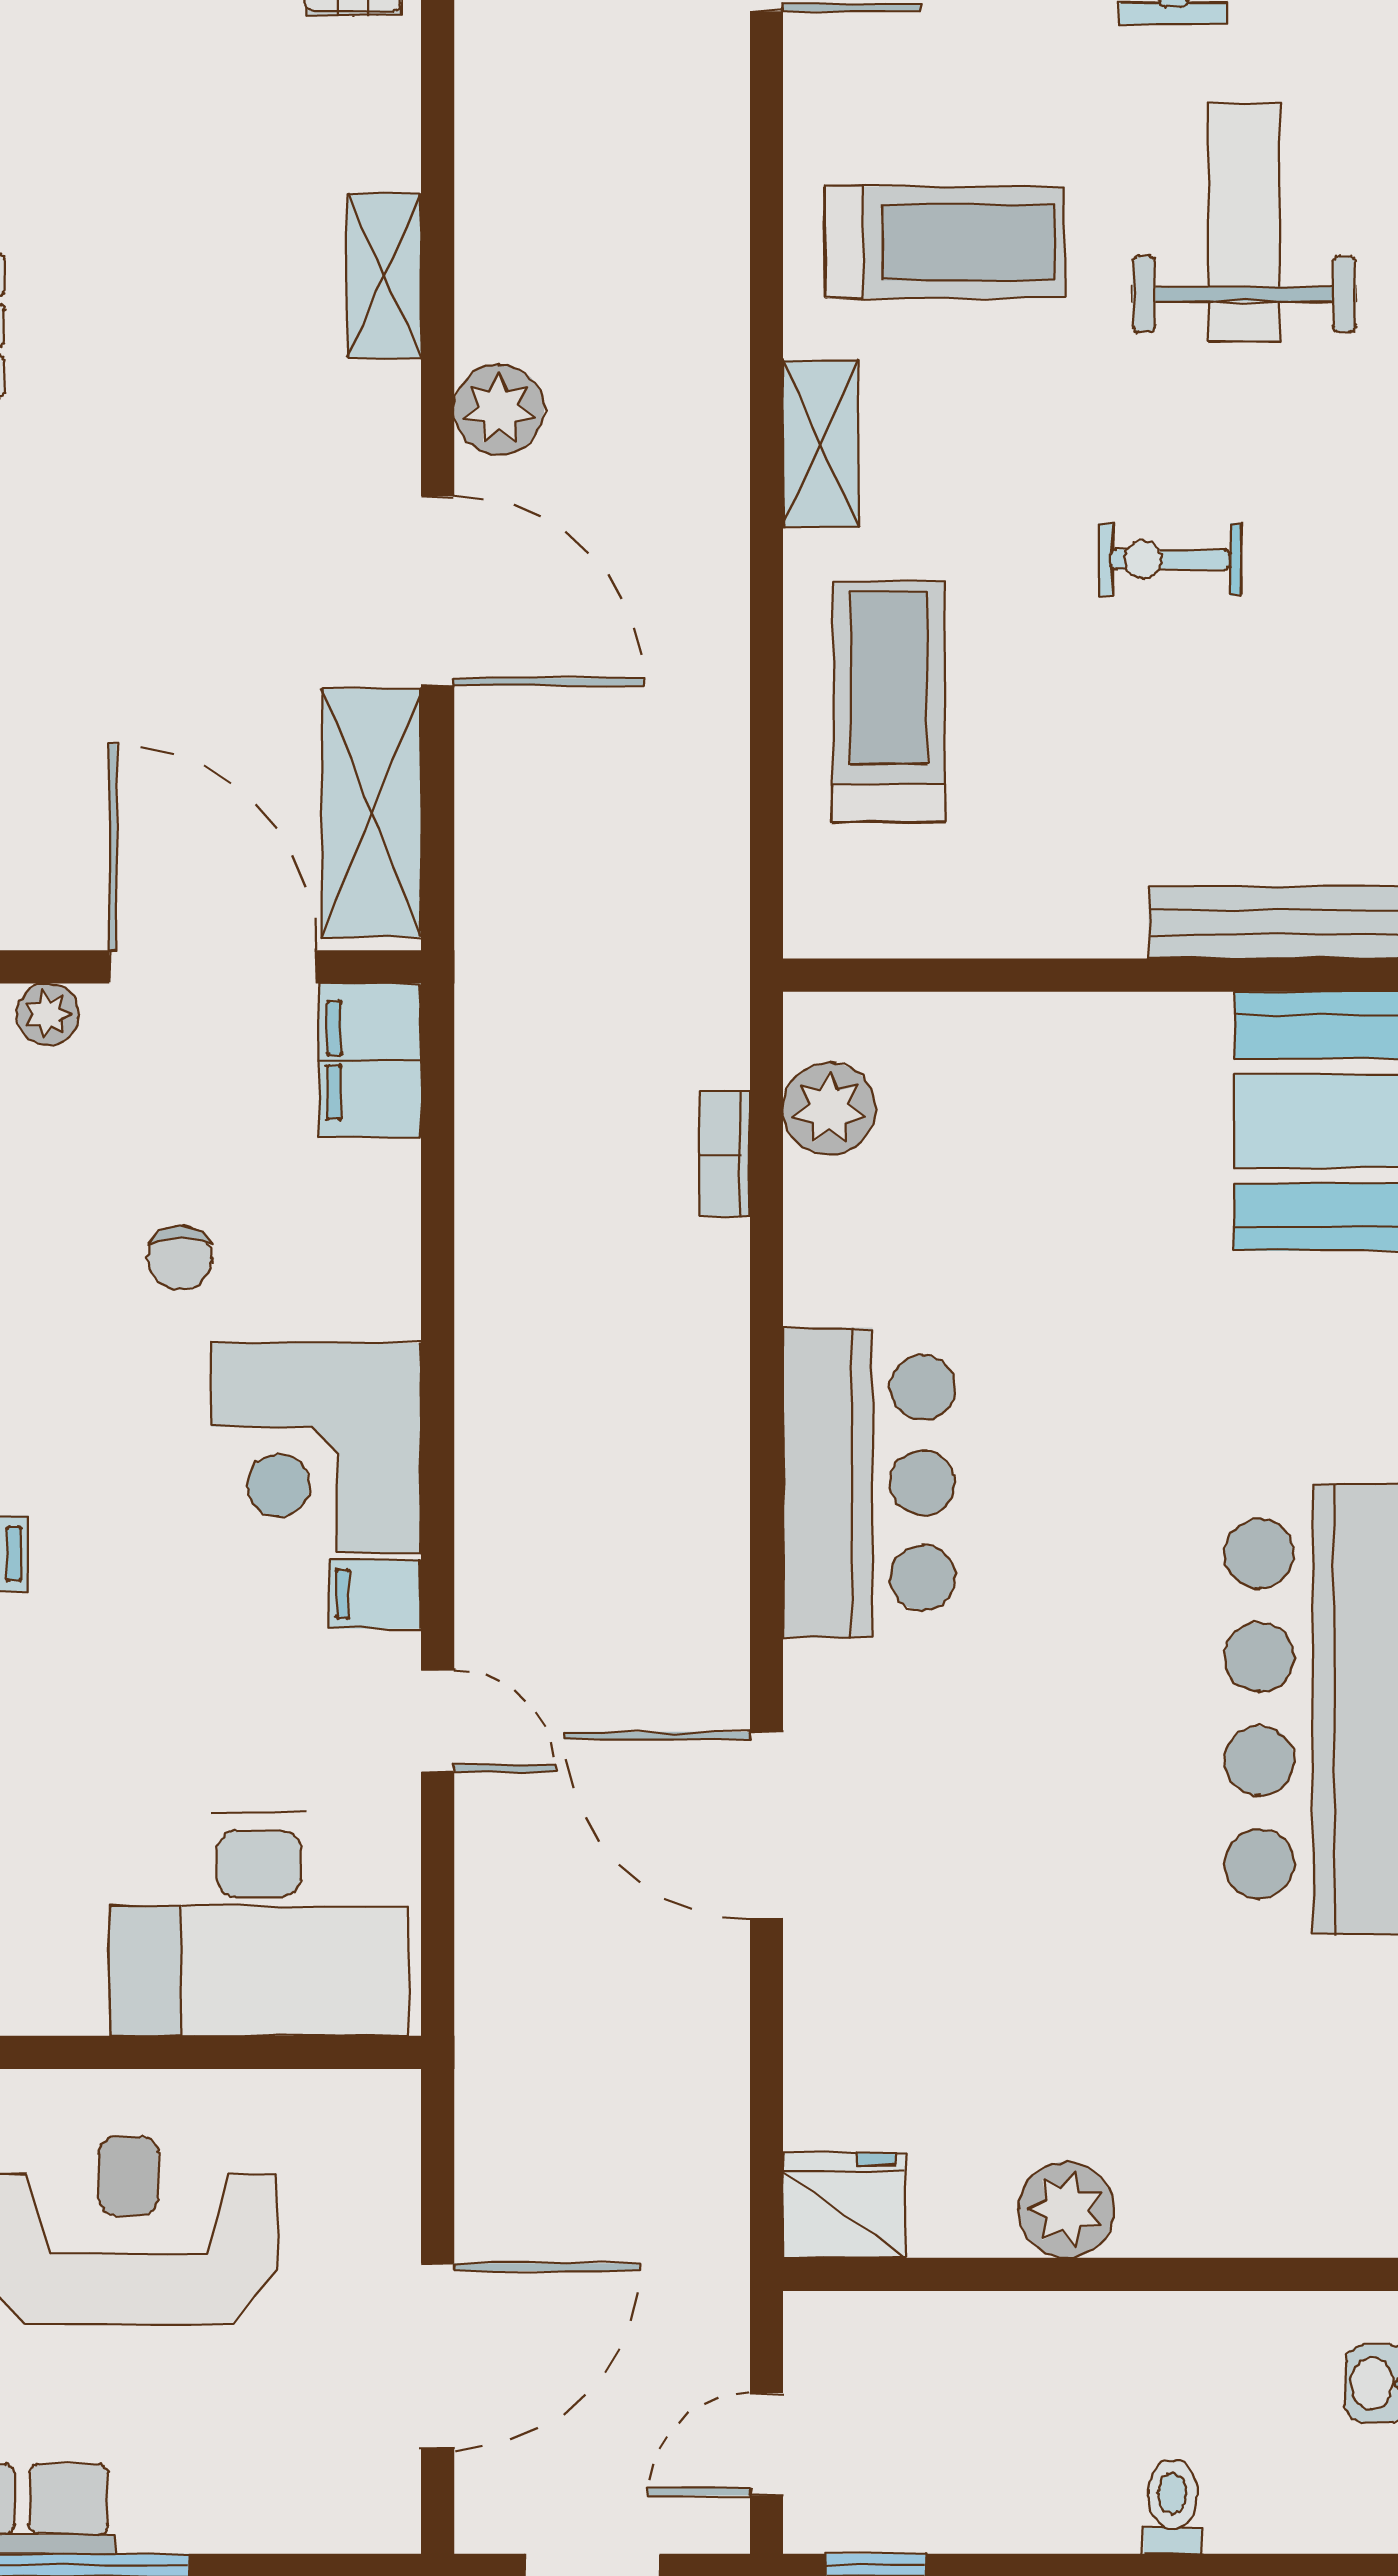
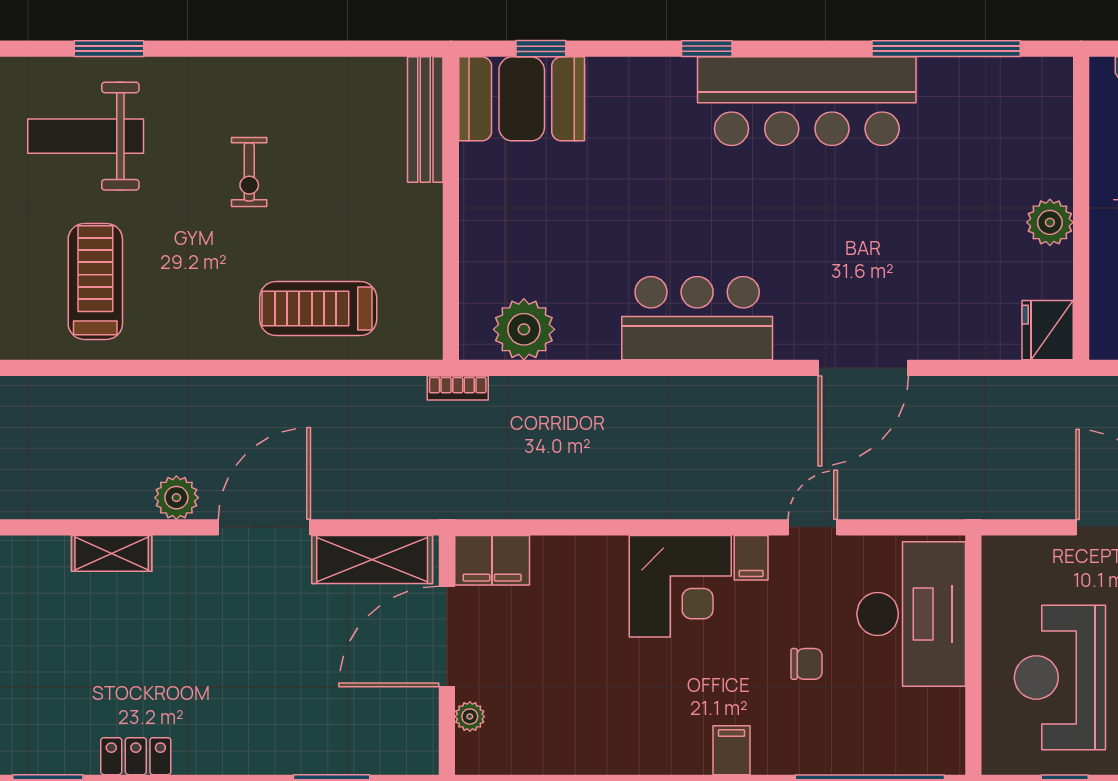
shelving: (821, 444) -> (193, 342), removed
plant: (829, 1109) -> (524, 329), width x1.36, depth x1.36
bookcase: (725, 1154) -> (458, 388), moved
chair: (180, 1258) -> (806, 664), moved

